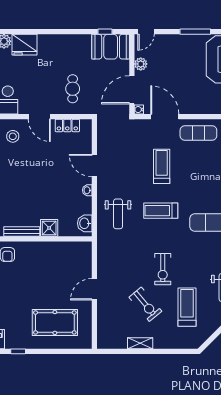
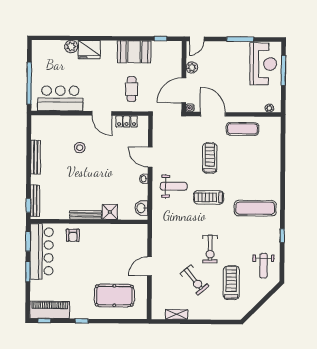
booth: (111, 47) -> (134, 52), moved
stool: (13, 136) -> (80, 148), moved
weight bench: (118, 214) -> (174, 186), moved, turned -90
shelving: (140, 343) -> (177, 314), moved

